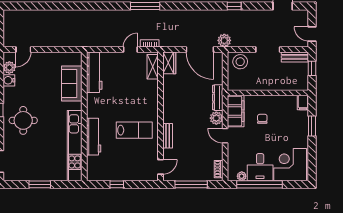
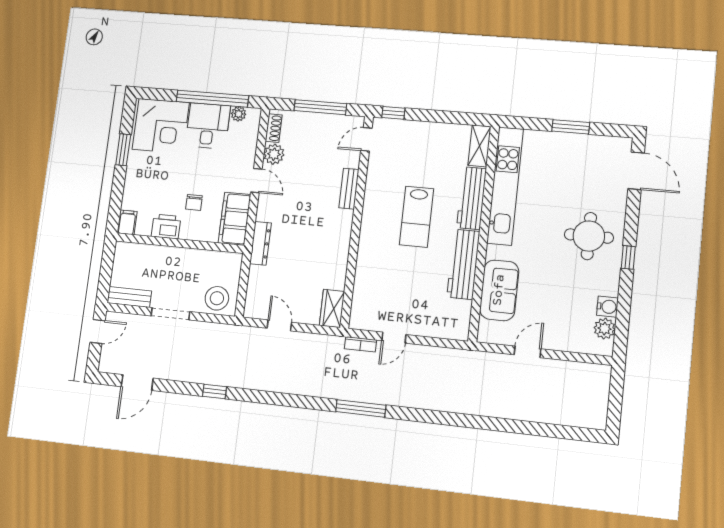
door: (312, 34) -> (98, 331), hinge flipped
plant: (224, 40) -> (238, 336), removed
door: (23, 49) -> (528, 352), moved
door: (200, 49) -> (279, 325), width x0.53
shelving: (153, 67) -> (479, 146), moved
window: (312, 68) -> (105, 276), removed
workbench: (94, 72) -> (463, 264), moved
printer: (278, 102) -> (166, 226), added
plant: (216, 118) -> (274, 154), moved
window: (312, 126) -> (123, 150), moved
lab bench: (134, 130) -> (417, 217), moved, turned -90
window: (117, 184) -> (393, 113), moved

